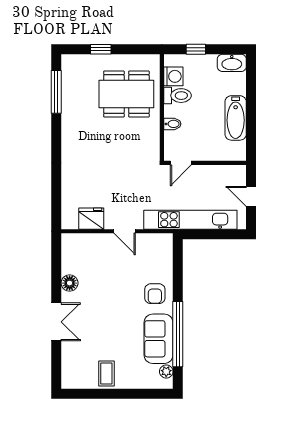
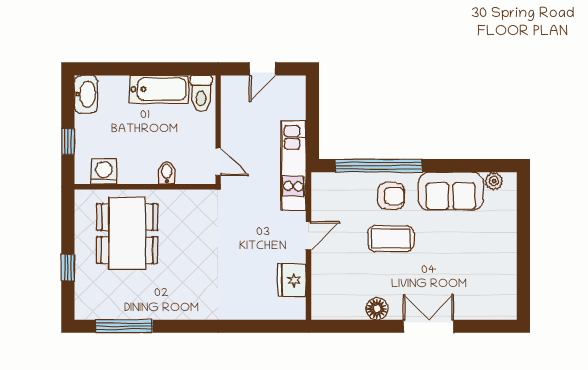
toilet: (177, 96) -> (201, 93), moved, turned 180
kitchen unit: (190, 220) -> (293, 165), width x0.73
window: (178, 334) -> (379, 166), moved
coffee table: (106, 373) -> (391, 238), moved, width x1.36, depth x1.30

